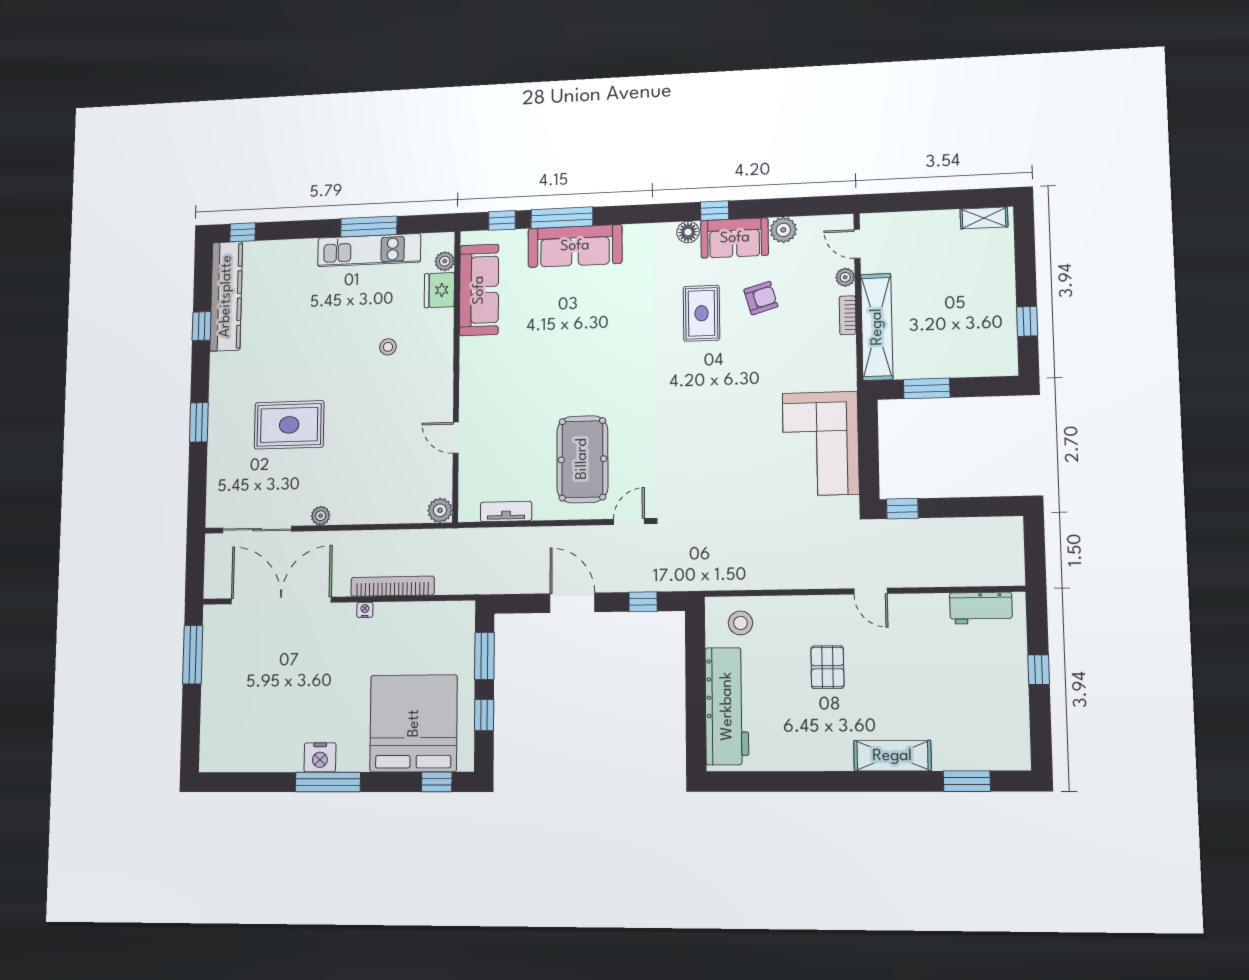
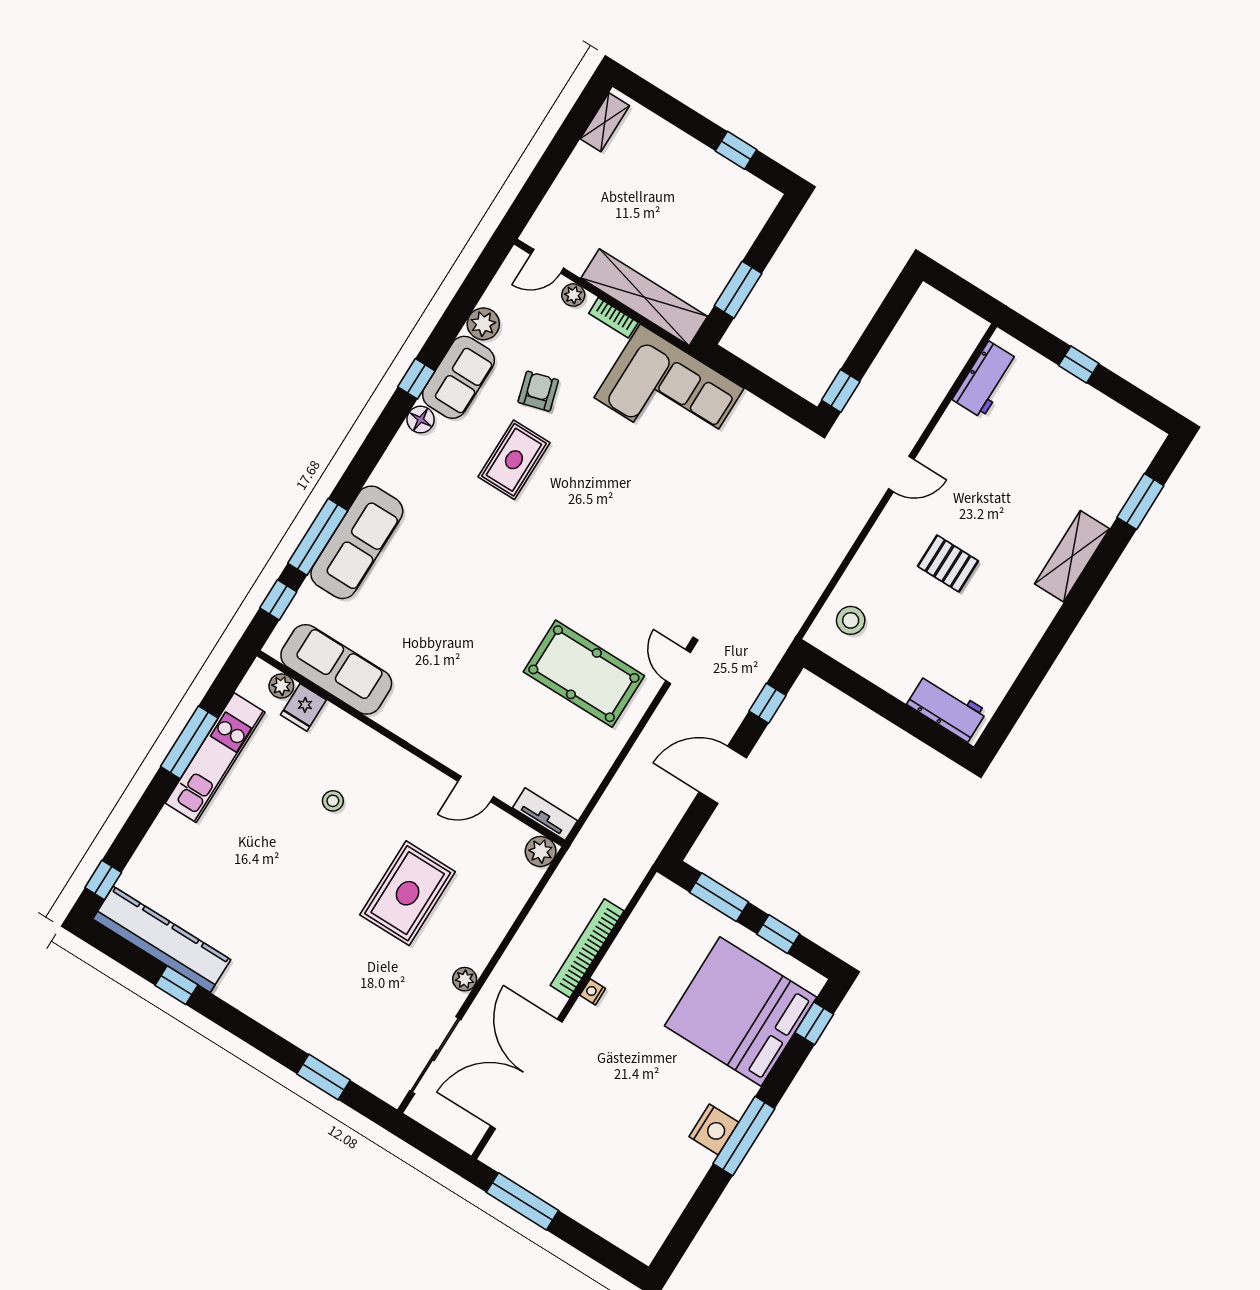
fridge: (439, 290) -> (303, 707), width x0.72
rug: (702, 313) -> (514, 460), turned 90
window: (199, 422) -> (324, 1077), moved
rug: (289, 425) -> (408, 893), moved
corner sofa: (821, 444) -> (669, 393), moved
tv unit: (506, 511) -> (545, 814), moved, turned 90
workbench: (727, 706) -> (947, 708), width x0.53, depth x0.76

